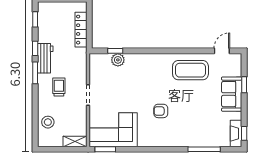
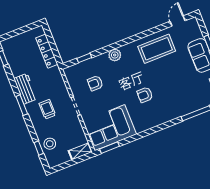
window: (35, 48) -> (39, 148), moved
plant: (118, 60) -> (115, 55), moved
armchair: (116, 80) -> (95, 83), added

